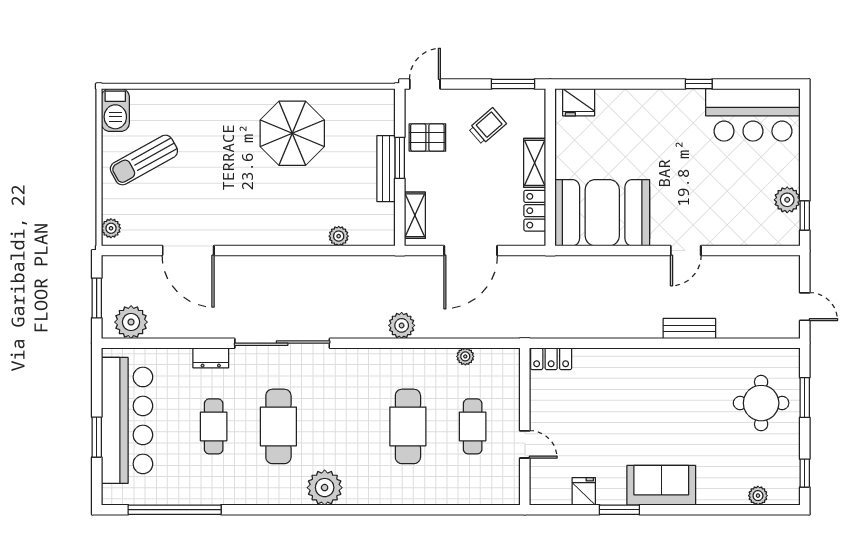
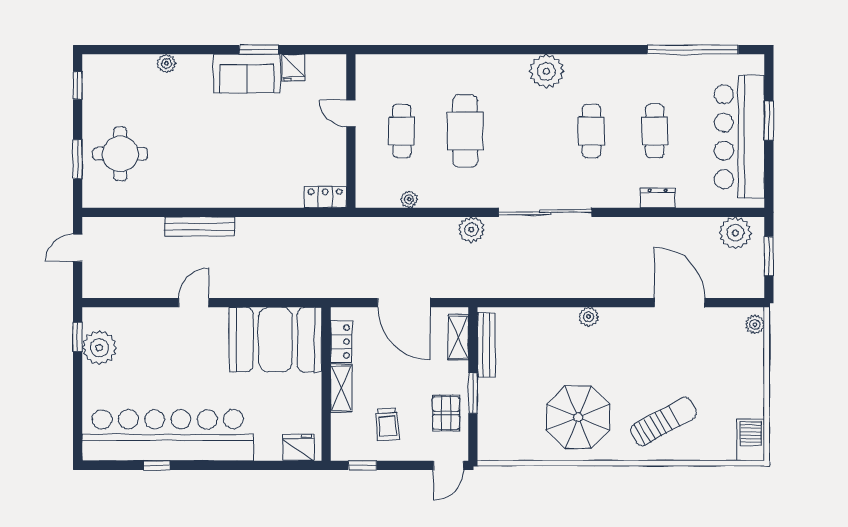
window: (513, 84) -> (363, 465), width x0.67
window: (699, 84) -> (157, 465), moved
bar counter: (753, 115) -> (168, 435), width x1.86
trolley: (487, 126) -> (387, 424), turned -53
pallet: (427, 138) -> (446, 413), turned 90
sun lounger: (144, 160) -> (663, 422), moved
bench: (386, 169) -> (486, 345), moved
plant: (787, 200) -> (99, 348), width x1.36, depth x1.36
plant: (339, 236) -> (588, 317), moved
door: (471, 251) -> (404, 303), swing flipped
door: (805, 307) -> (78, 248), hinge flipped
bench: (689, 328) -> (200, 227), width x1.36
sliding door: (282, 343) -> (545, 212), moved
cafe table: (278, 426) -> (592, 131), width x0.73, depth x0.74
sofa: (661, 485) -> (247, 73), moved
plant: (758, 496) -> (166, 63), moved

